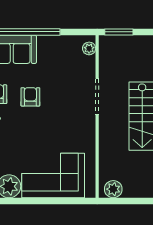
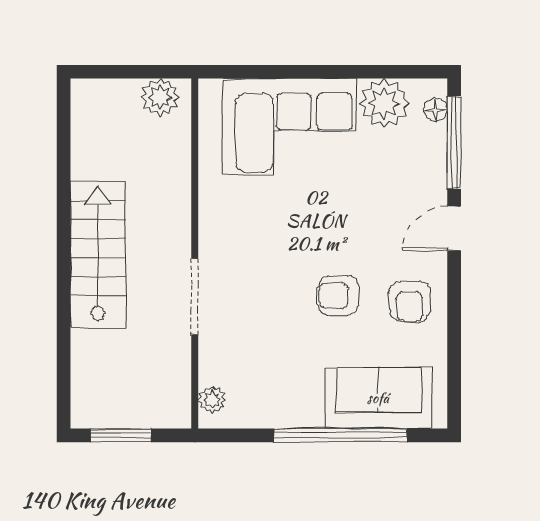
window: (119, 32) -> (121, 435), moved
armchair: (30, 97) -> (338, 296), turned 90

